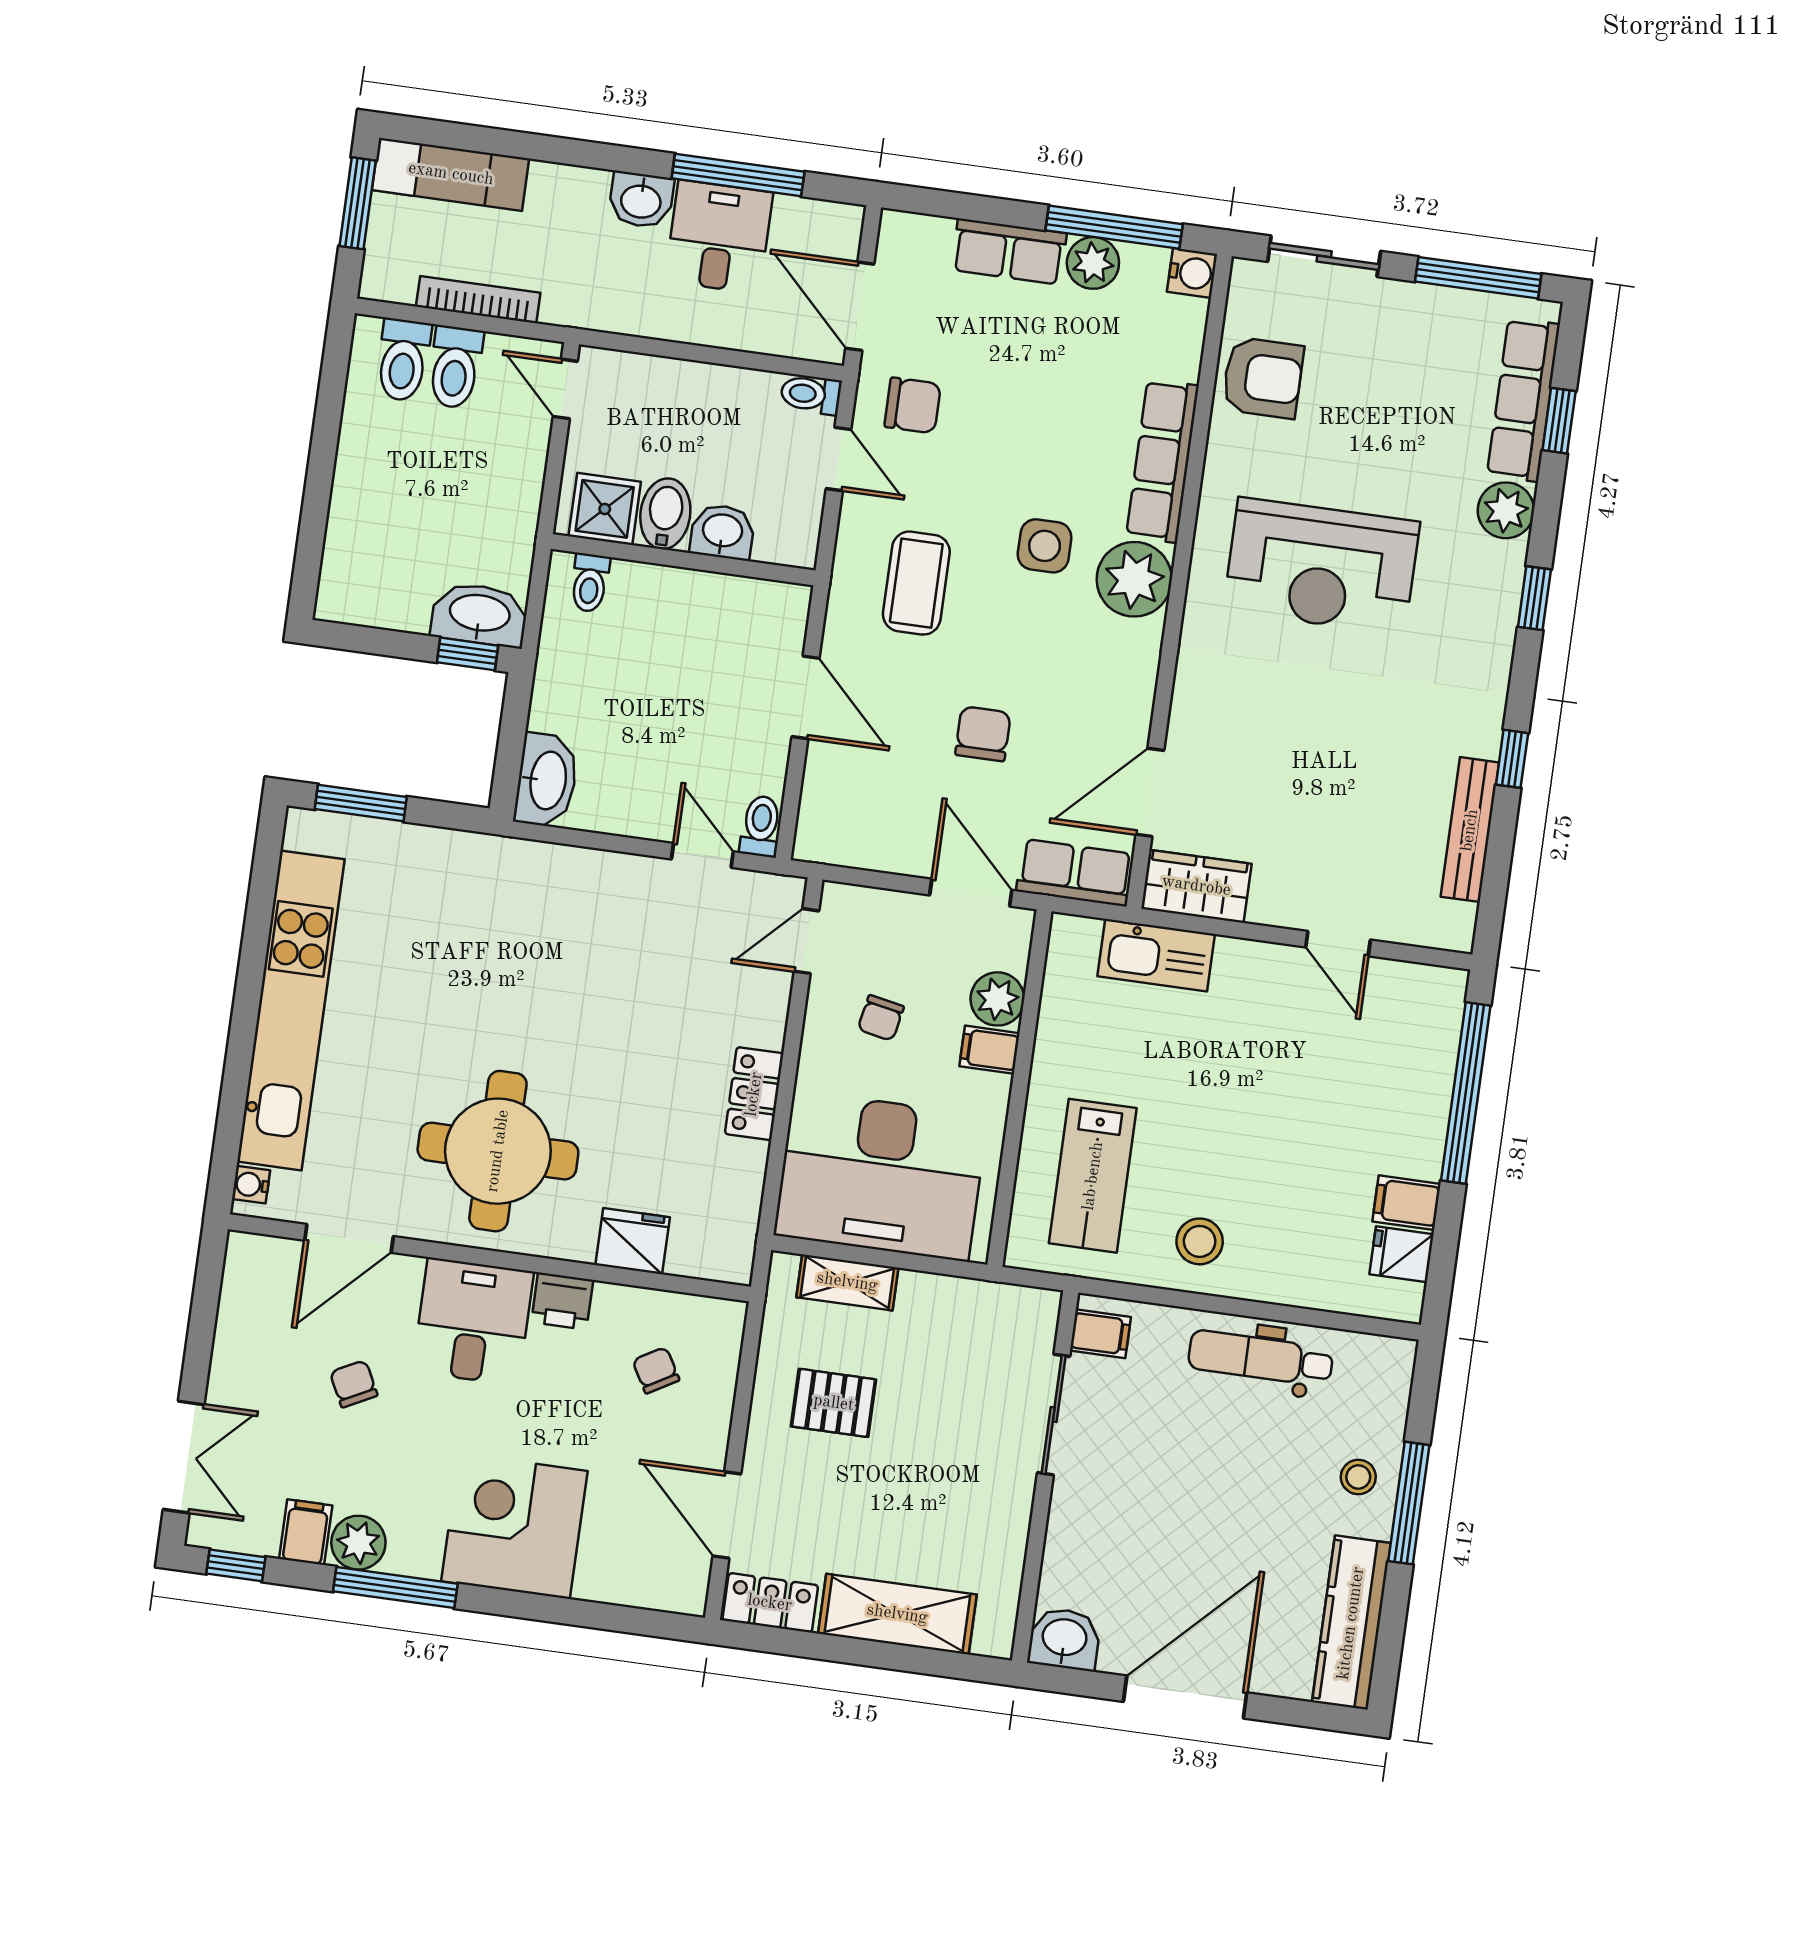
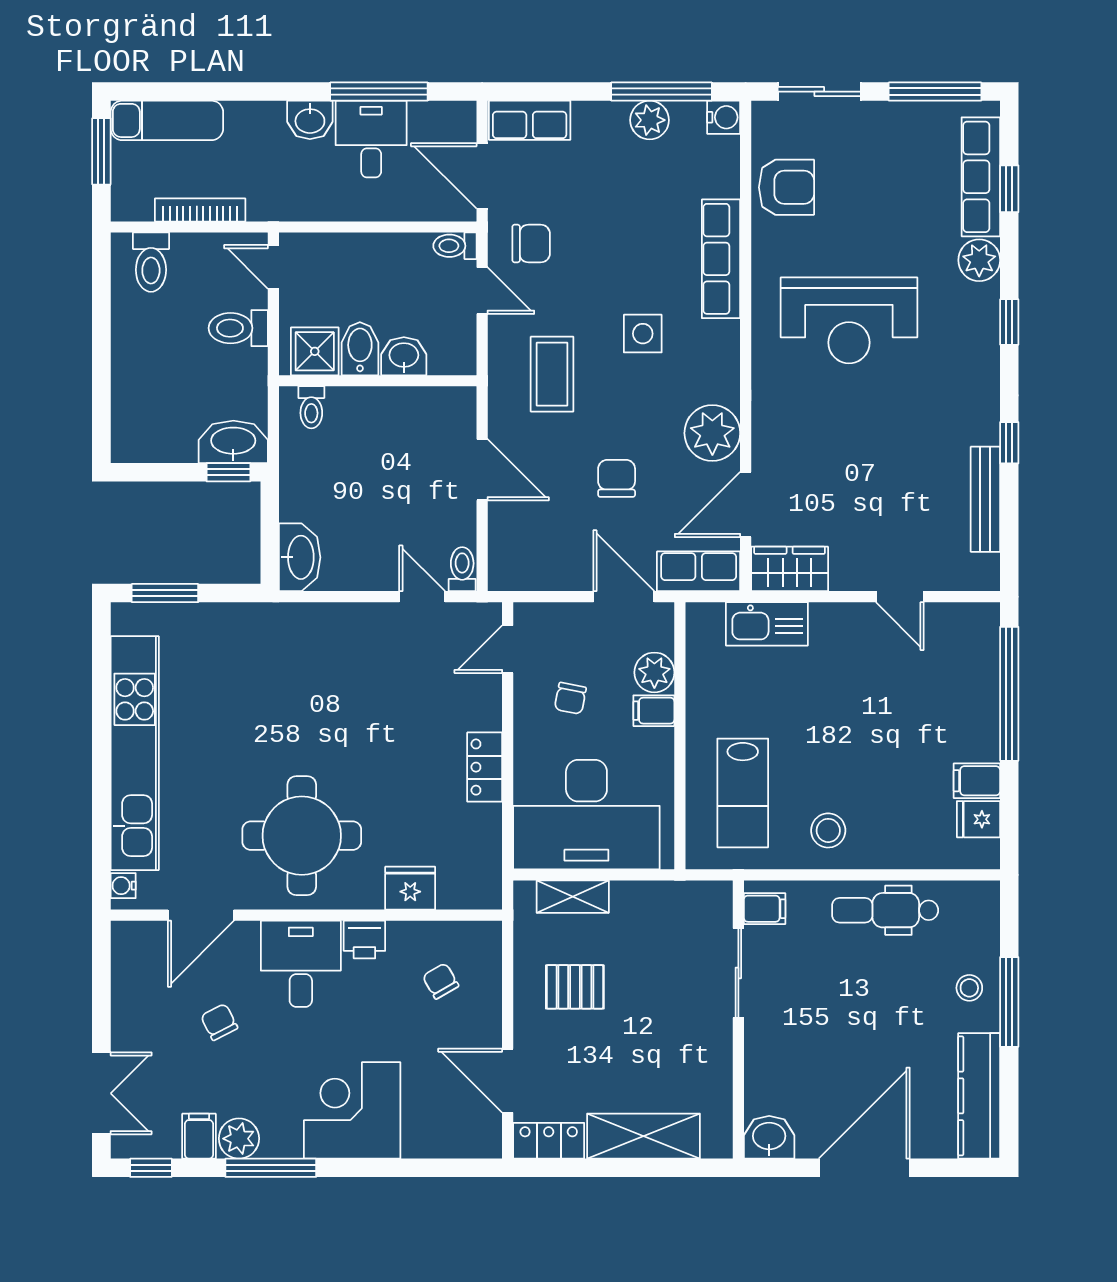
row of seats: (1009, 252) -> (530, 120), moved
toilet: (455, 367) -> (238, 328), moved, turned 90
plant: (1134, 579) -> (712, 433), moved

